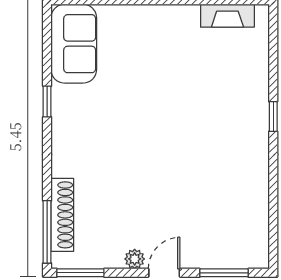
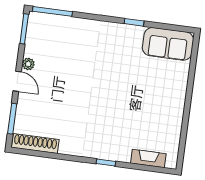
fireplace: (227, 16) -> (148, 158), moved, turned 90
shoe rack: (62, 215) -> (35, 144), moved, turned 180

